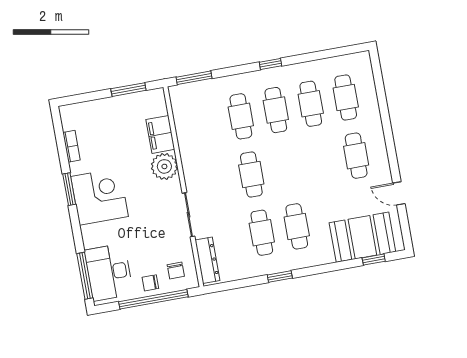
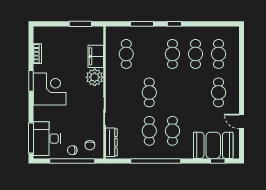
window: (194, 78) -> (142, 24), moved
cafe table: (241, 116) -> (126, 54), moved
window: (280, 276) -> (156, 161), width x3.17

